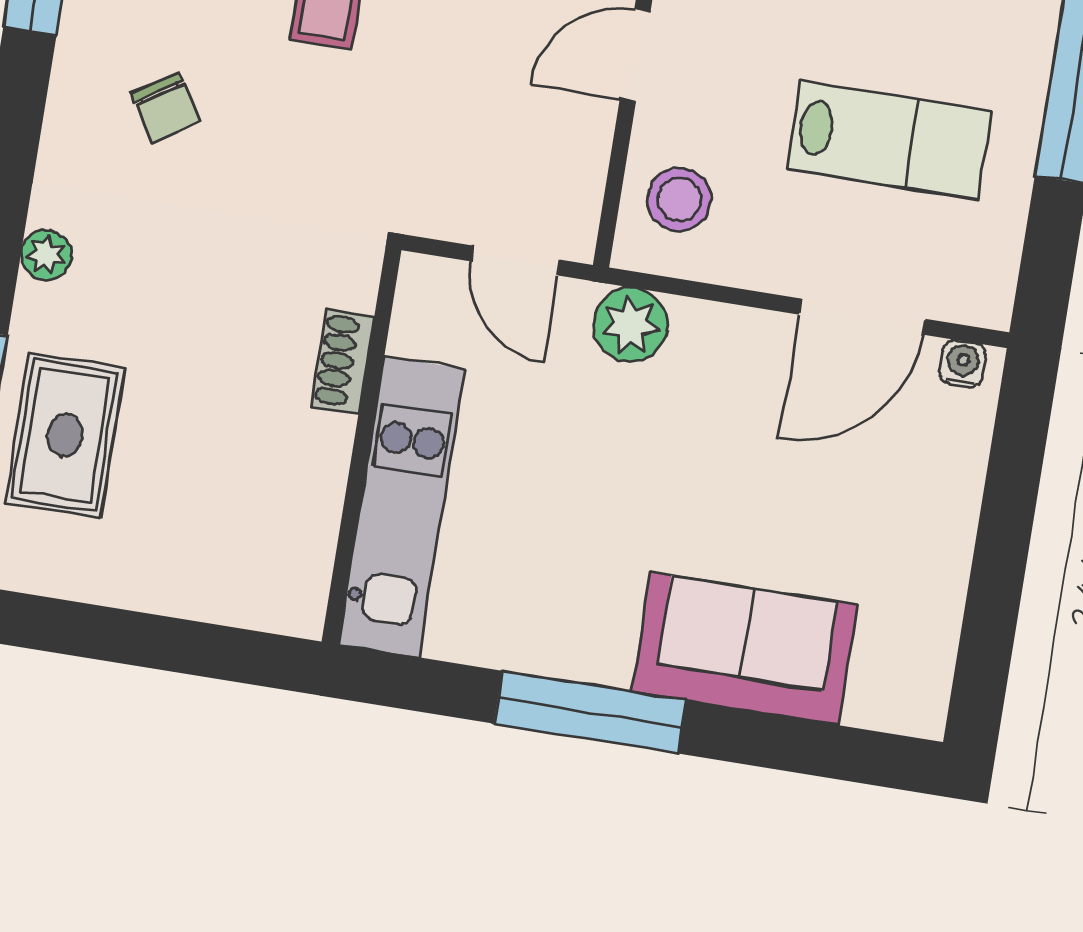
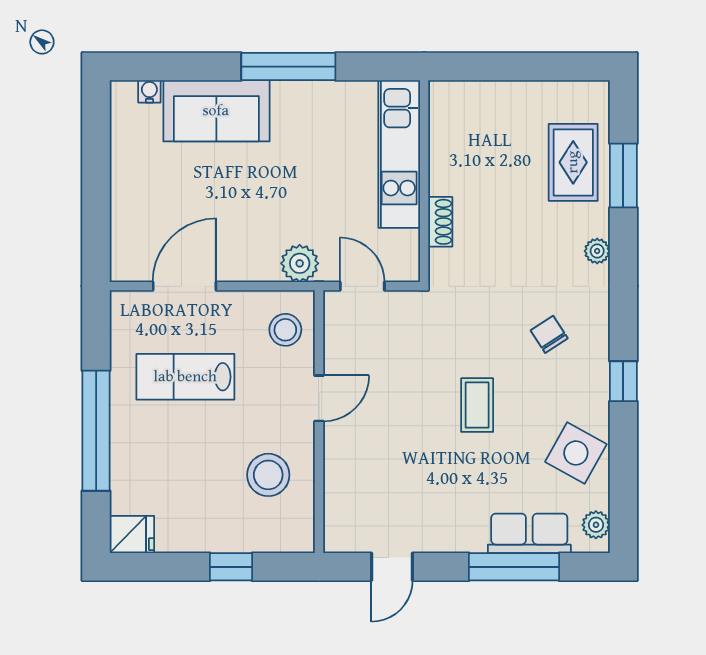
water cooler: (963, 364) -> (149, 91), moved, turned 180

